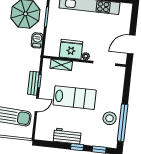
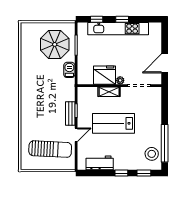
shelving: (61, 65) -> (109, 92), moved
lab bench: (75, 98) -> (114, 123), turned 180
stool: (110, 118) -> (152, 154), moved
workbench: (67, 136) -> (100, 163), moved

